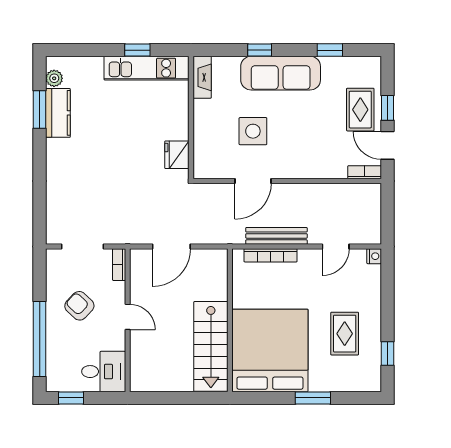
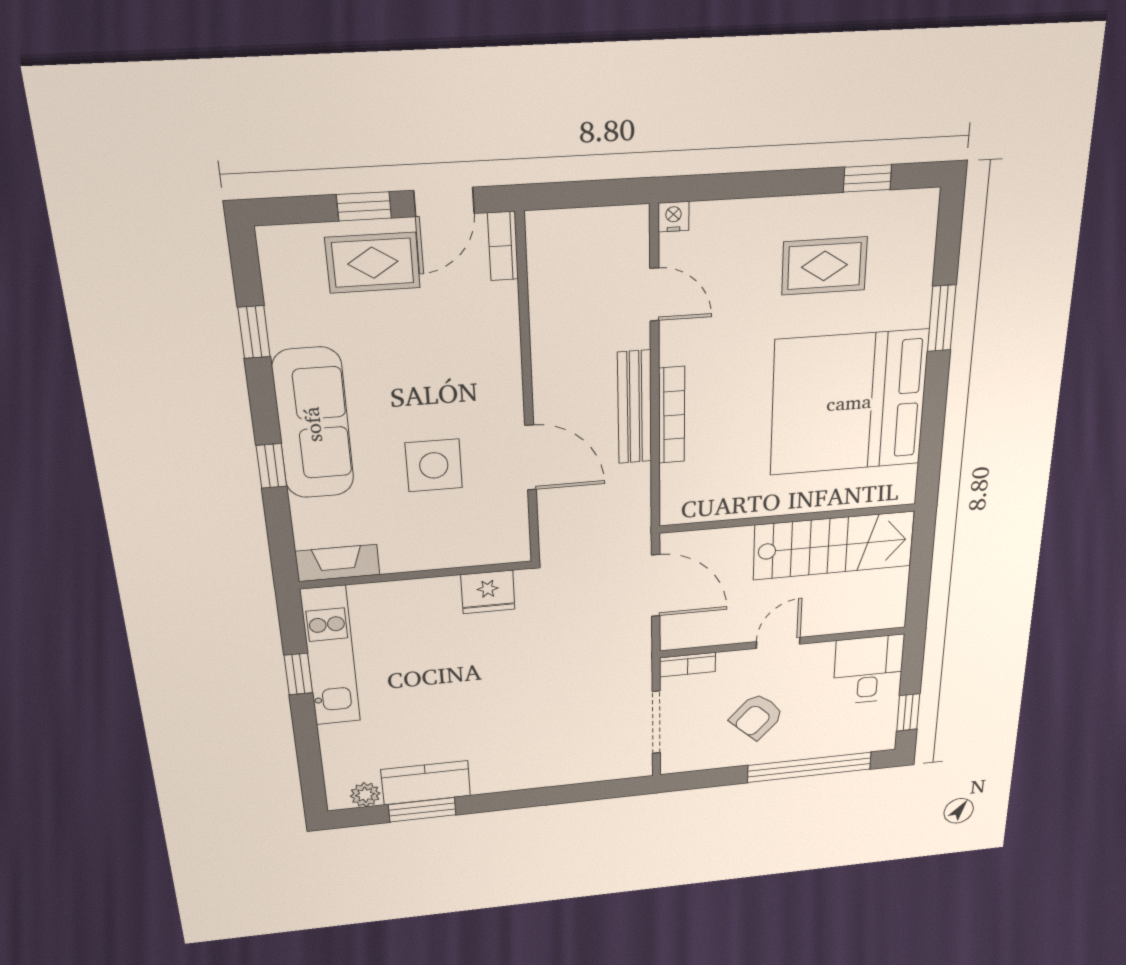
wall: (230, 320) -> (789, 518), moved
stairs: (211, 346) -> (834, 546), moved

